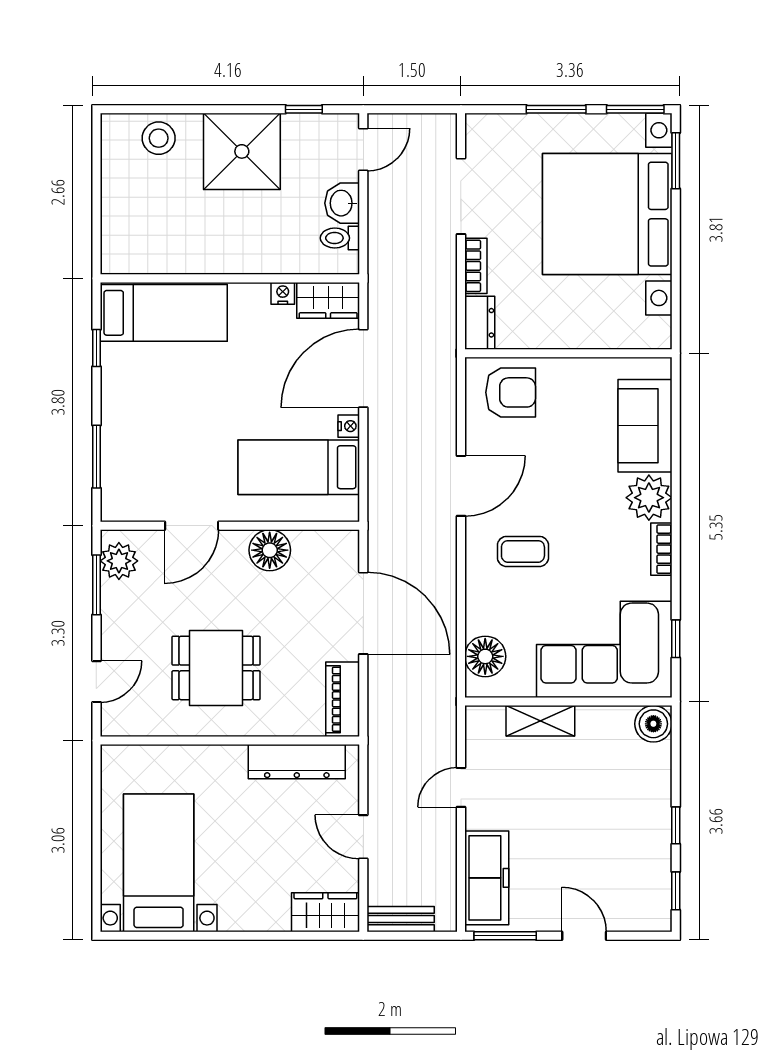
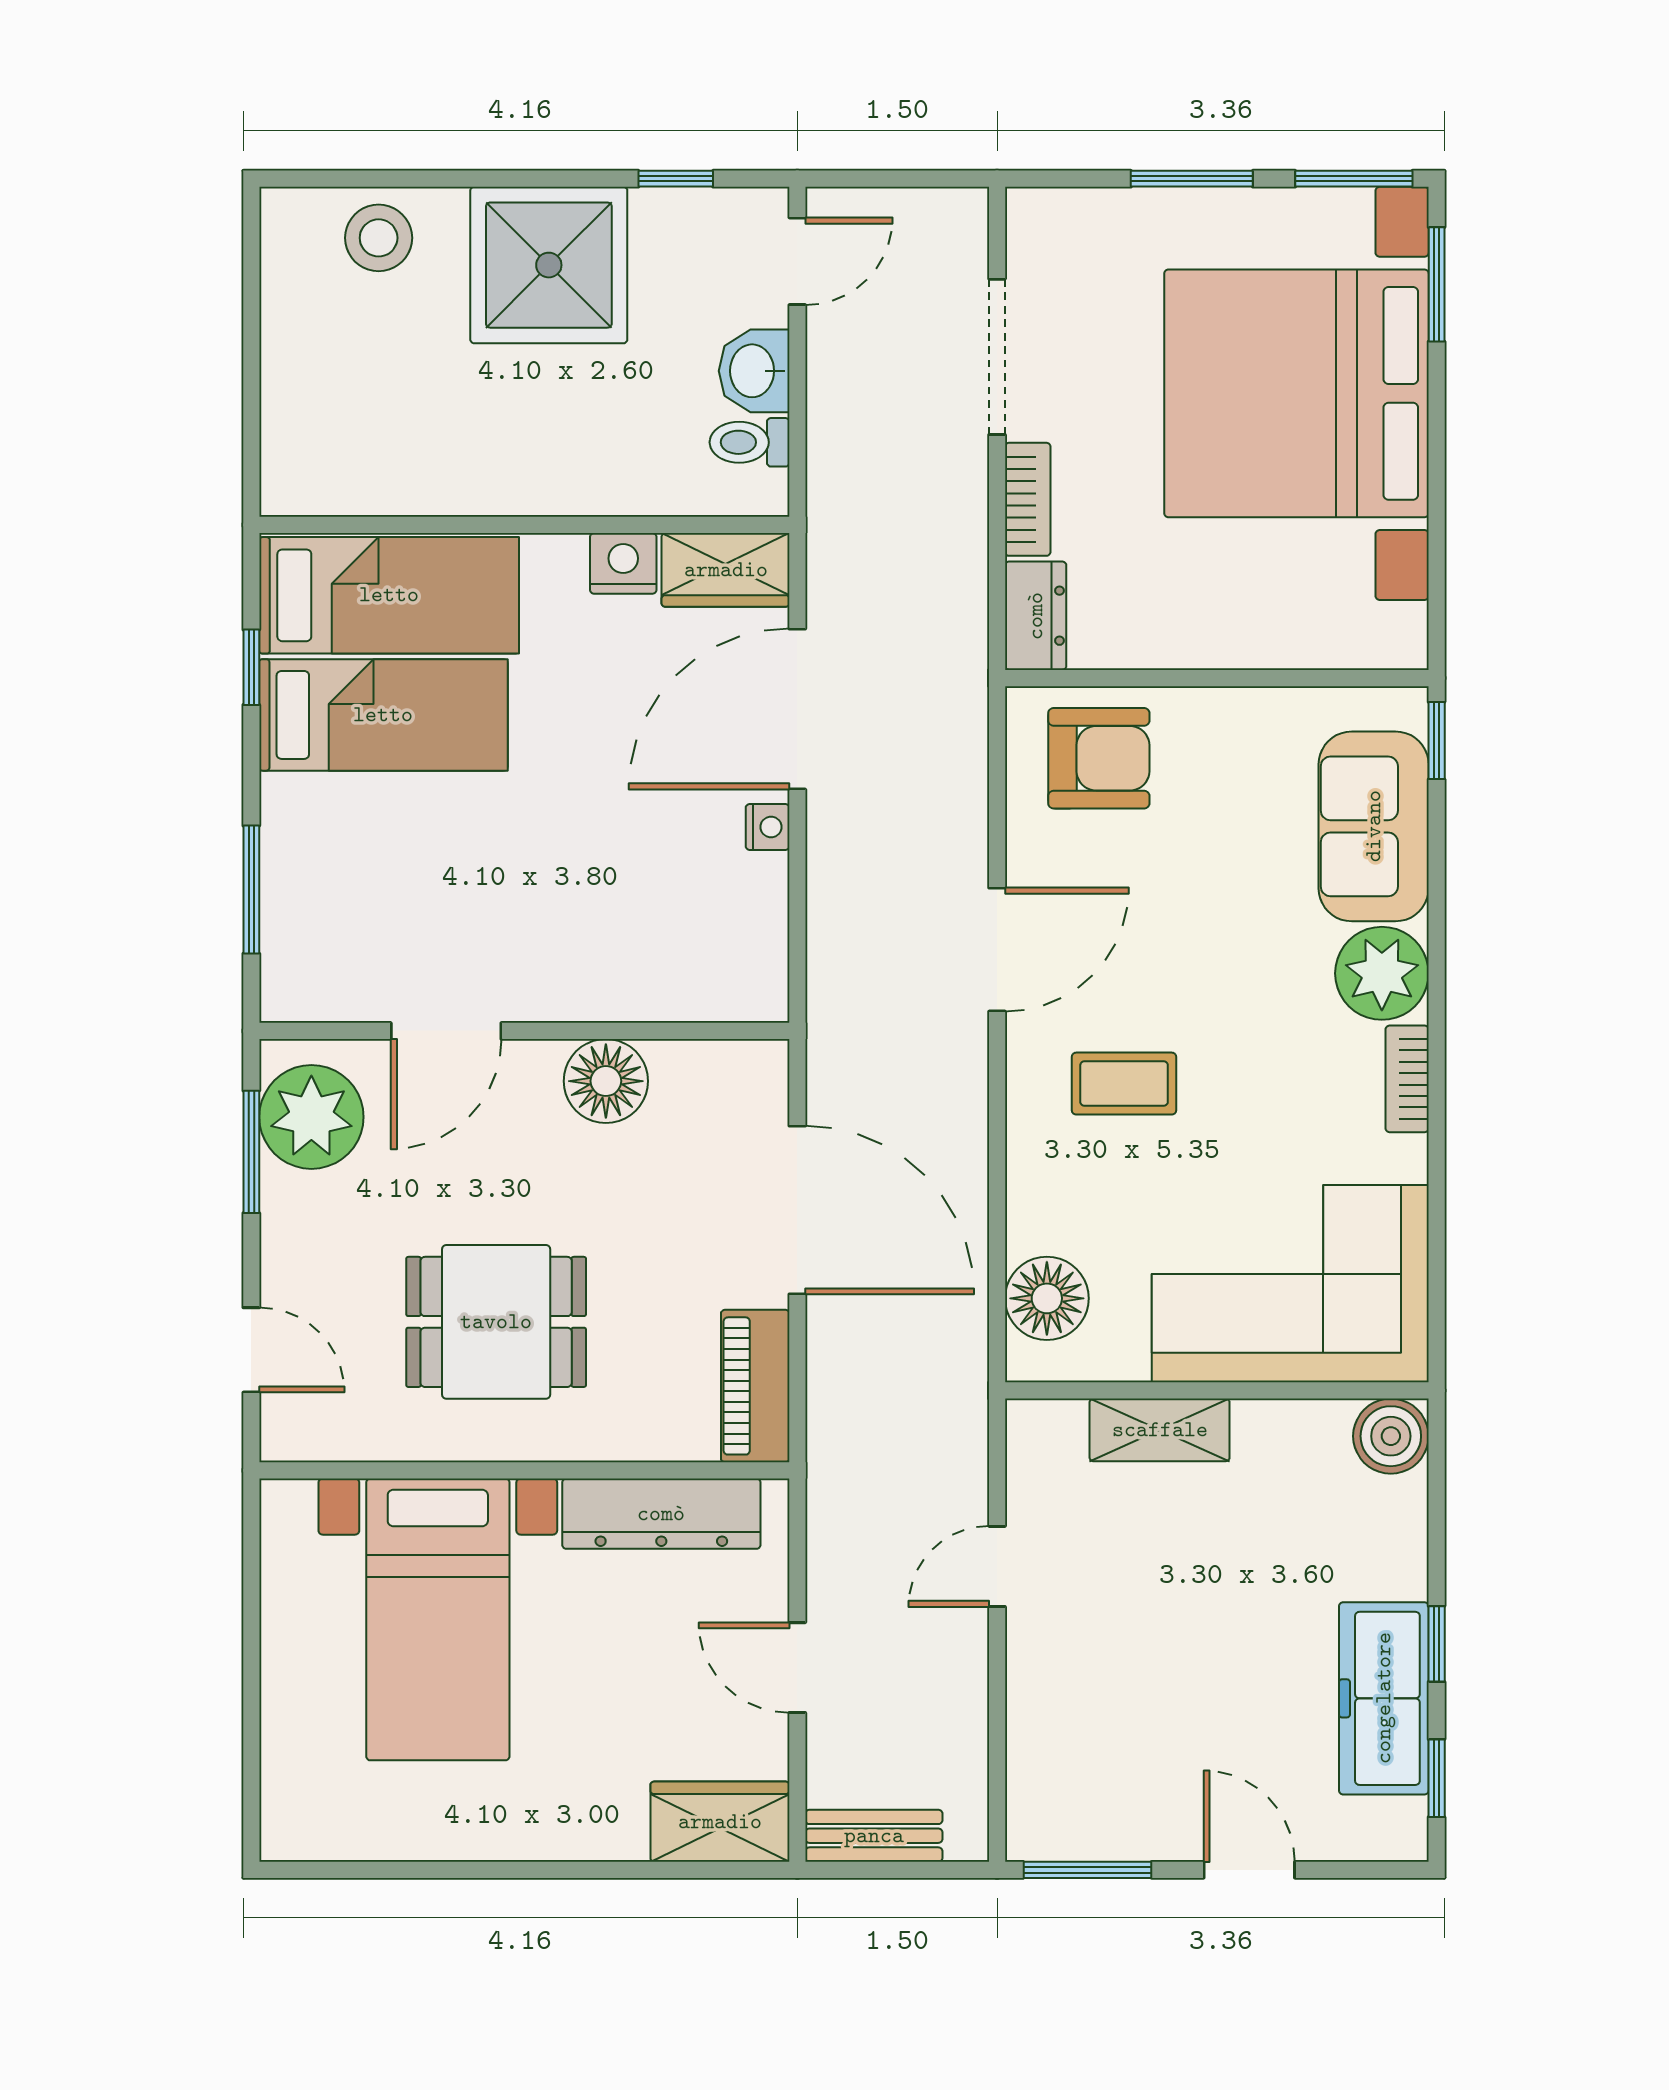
nightstand: (283, 293) -> (623, 563), width x1.39, depth x1.35
bed: (299, 467) -> (383, 715), moved, turned 180
plant: (119, 561) -> (311, 1117), width x1.36, depth x1.36
window: (676, 639) -> (1437, 741), moved
door: (96, 682) -> (251, 1350), hinge flipped
bed with nightstands: (159, 863) -> (438, 1619), moved, turned 180
freezer: (487, 878) -> (1384, 1698), moved, turned 180

